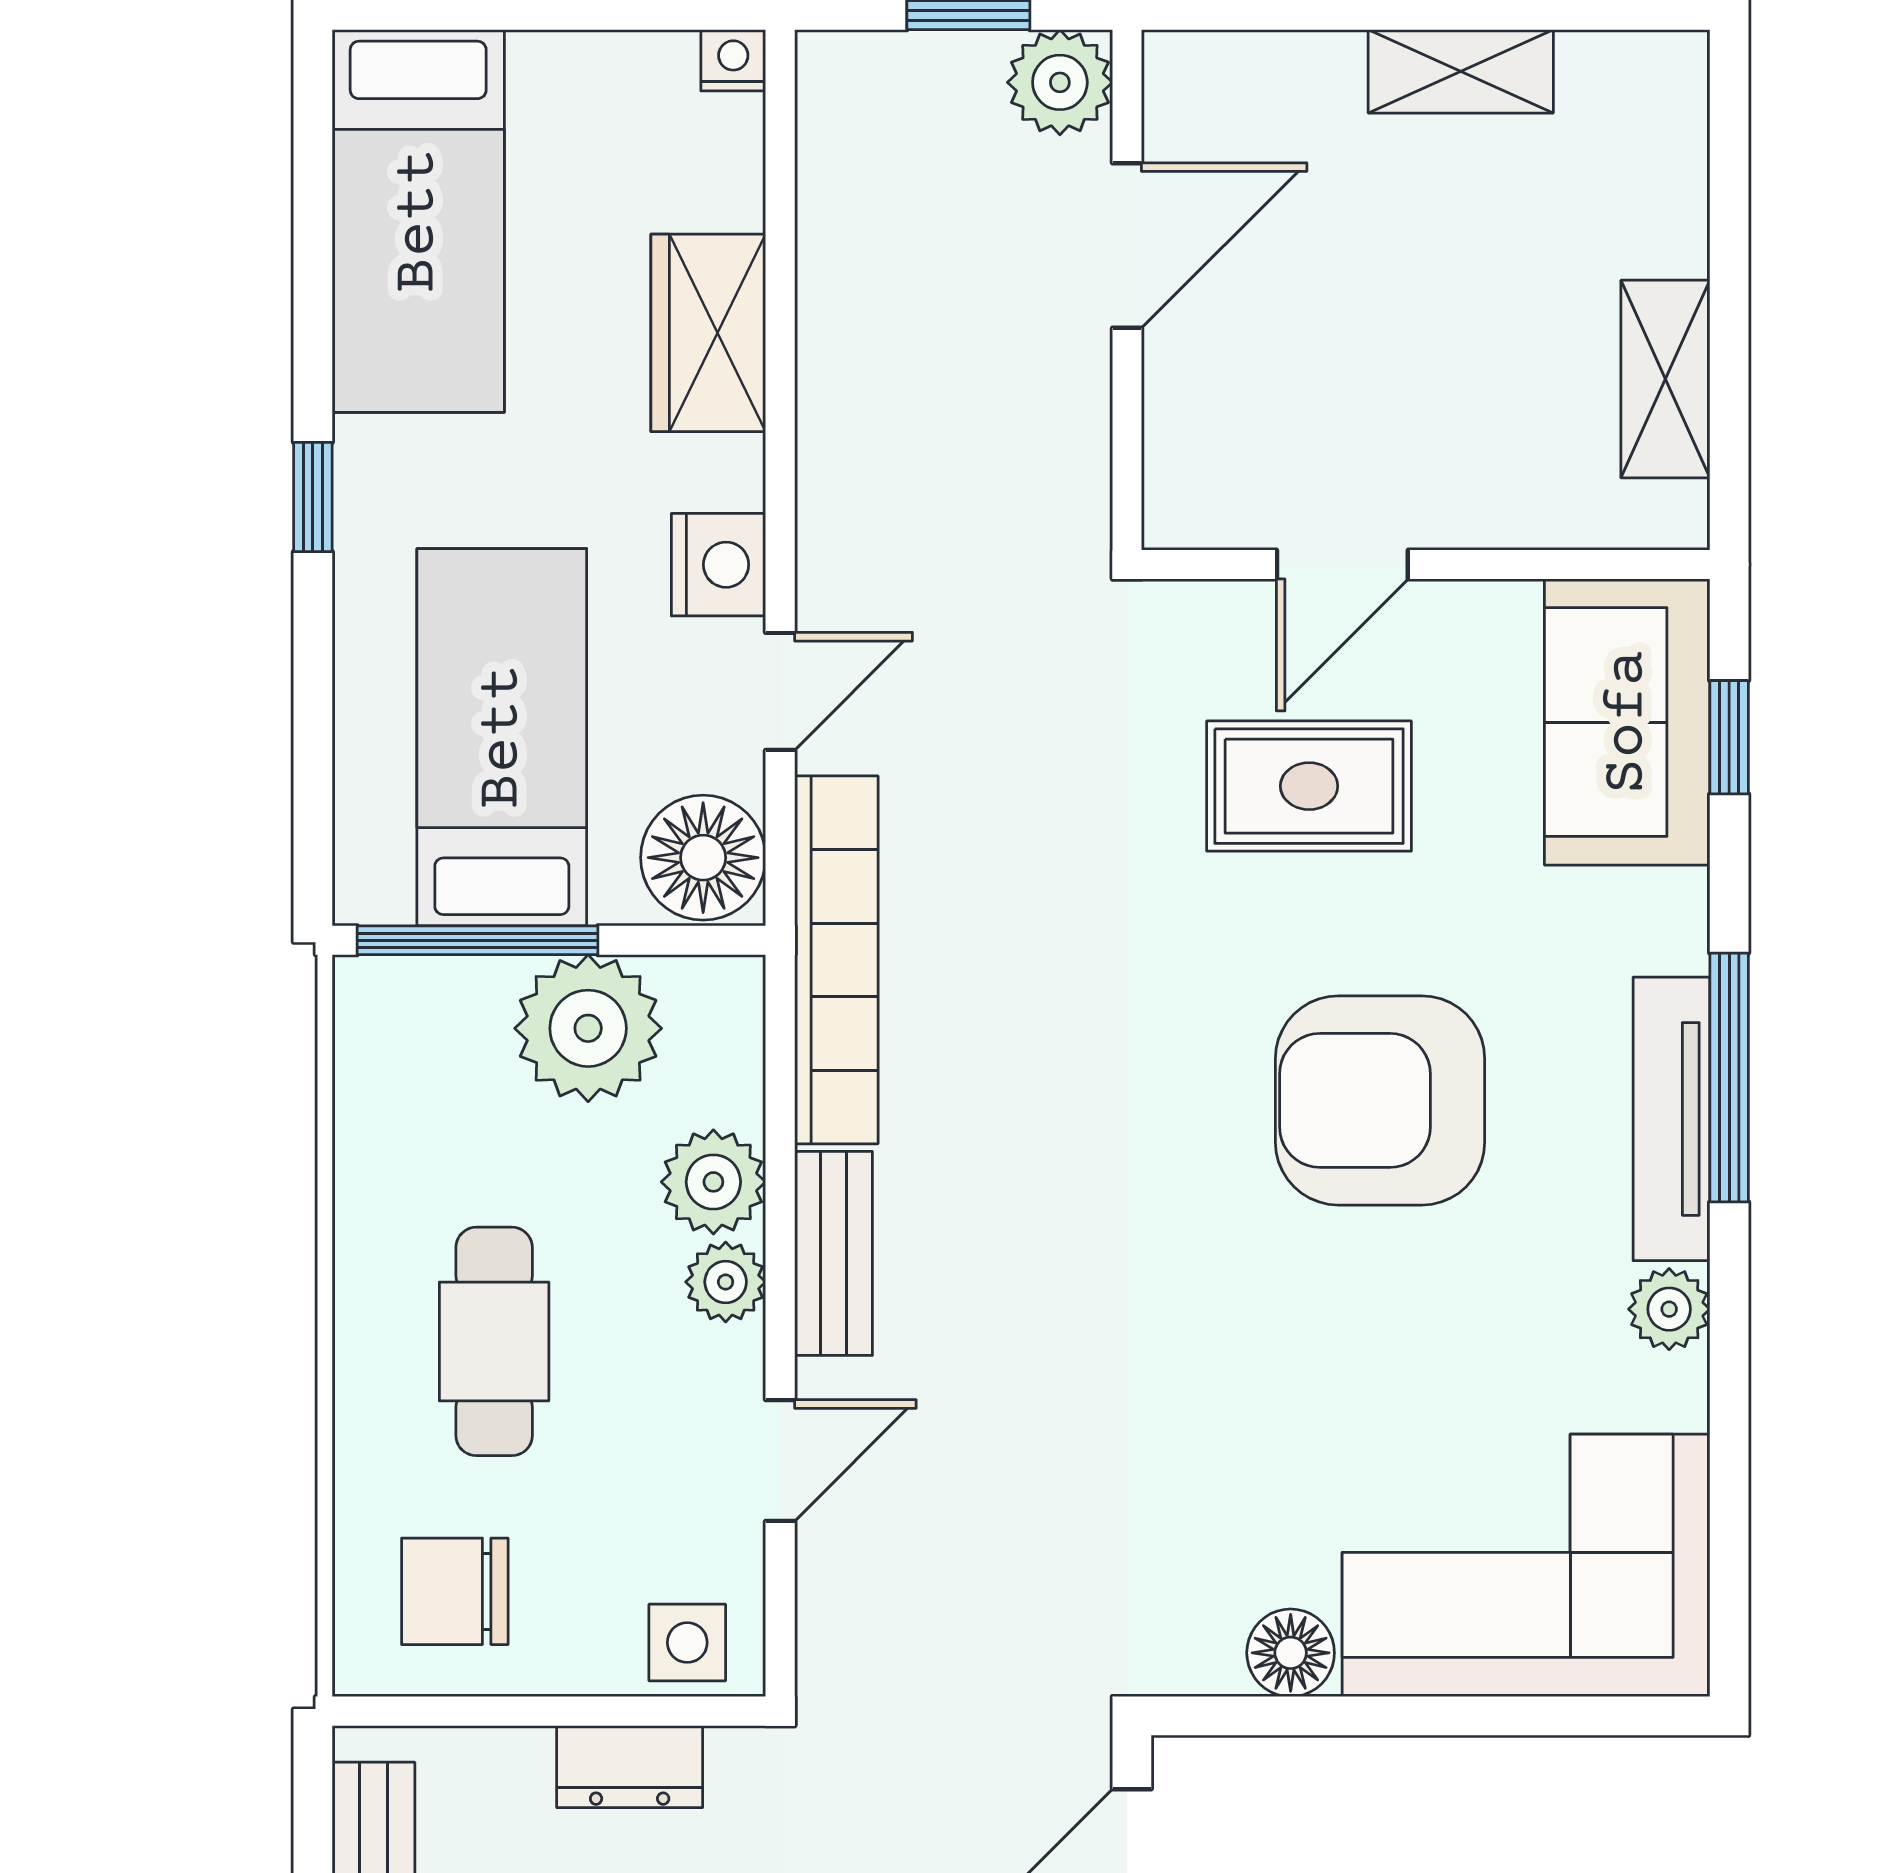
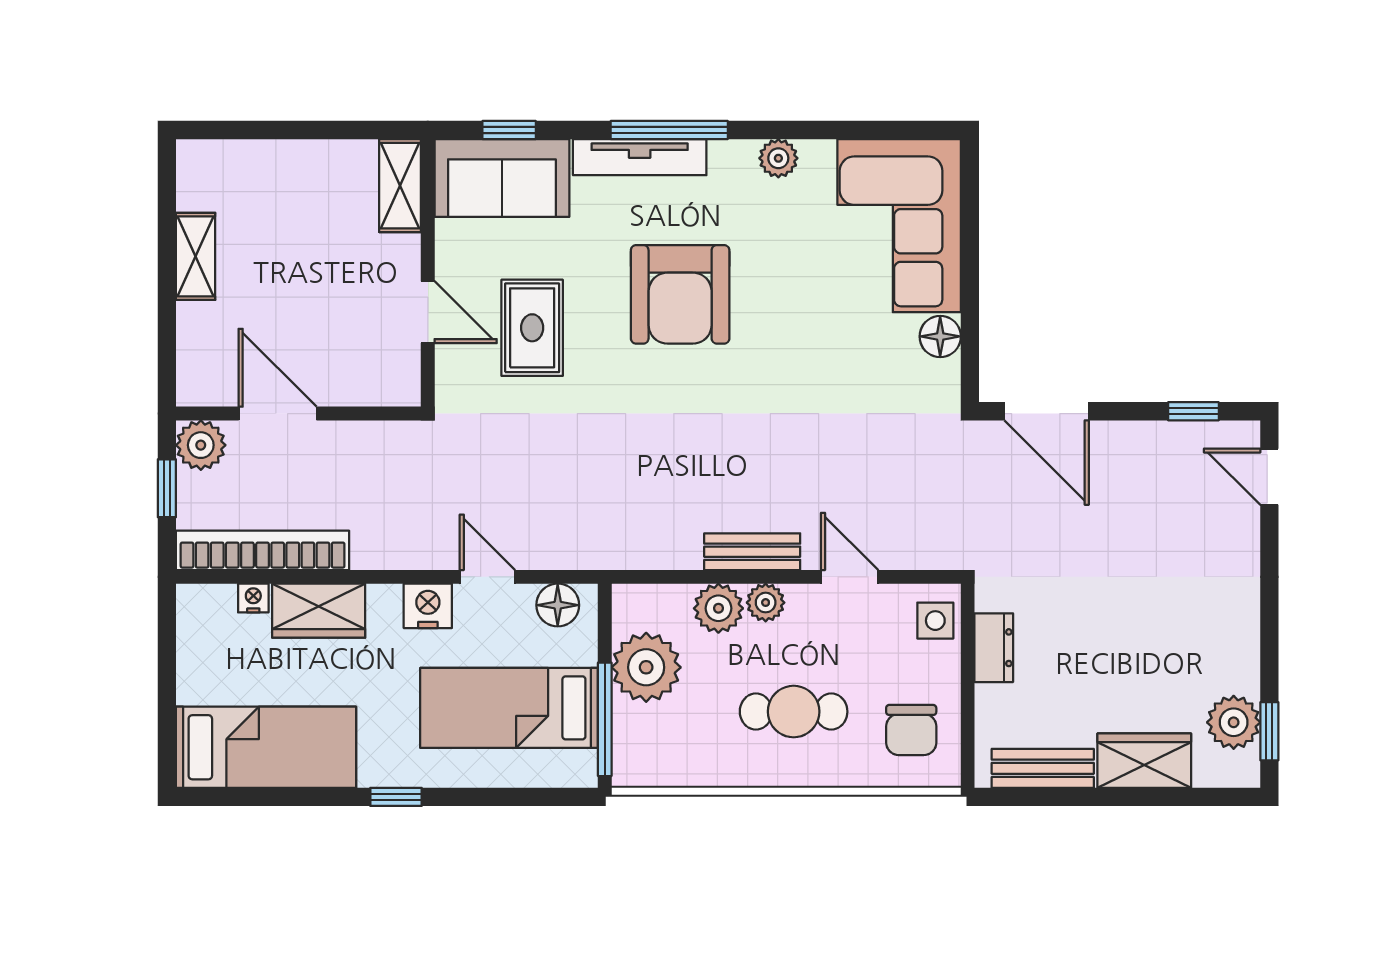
nightstand: (733, 60) -> (253, 598), moved, turned 90
shelving: (1665, 379) -> (400, 186), moved, turned 90
floor lamp: (703, 858) -> (558, 605), width x0.73, depth x0.73
bookcase: (836, 960) -> (263, 550), moved
tv unit: (1671, 1119) -> (640, 157), moved

